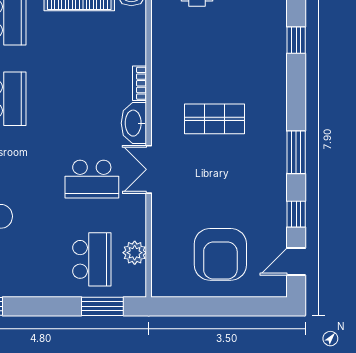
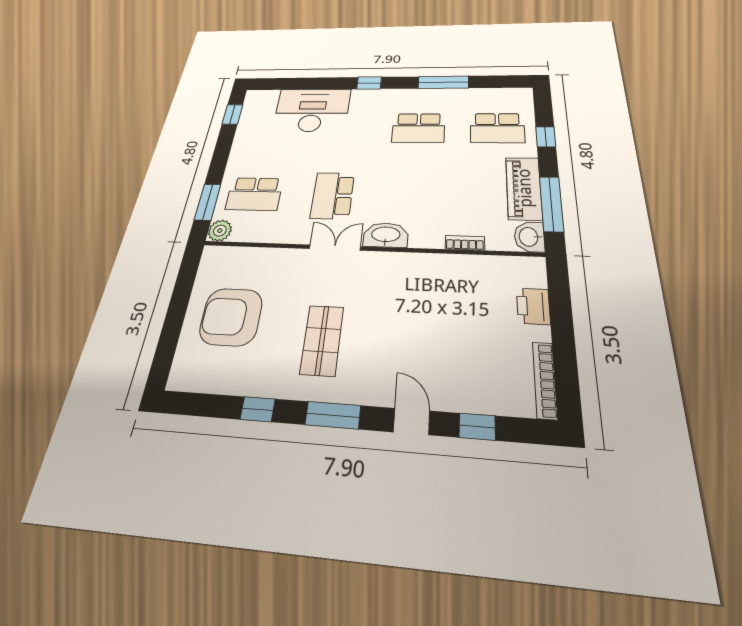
bookcase: (140, 83) -> (465, 243), moved
shop shelf: (214, 119) -> (322, 340), moved
plant: (135, 253) -> (220, 231), moved
door: (296, 262) -> (412, 421), moved

